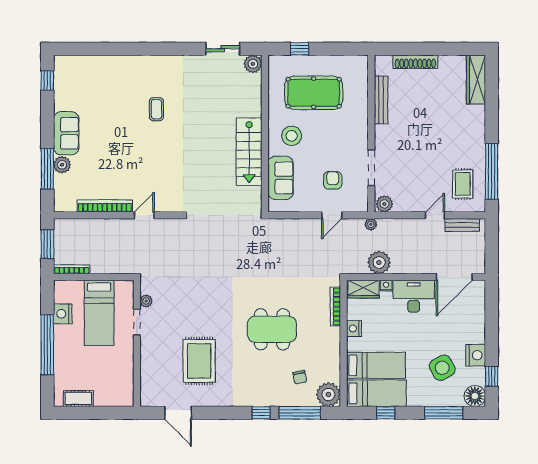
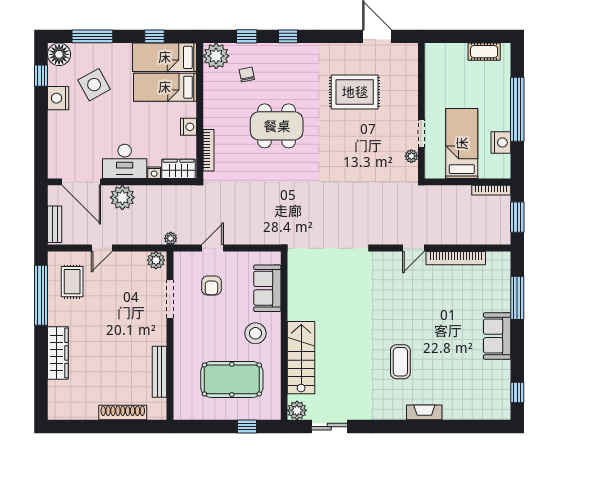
fireplace: (134, 62) -> (424, 412), added
wardrobe: (476, 80) -> (58, 353), moved
coffee table: (156, 109) -> (400, 362), width x1.36, depth x1.30
stairs: (249, 152) -> (301, 358), moved
plant: (62, 165) -> (502, 302), removed
bench: (462, 225) -> (55, 224), moved, turned 90
plant: (379, 262) -> (122, 197), moved
door: (454, 277) -> (81, 182), swing flipped
rug: (199, 361) -> (355, 92), turned 90
window: (300, 413) -> (247, 36), width x0.46

